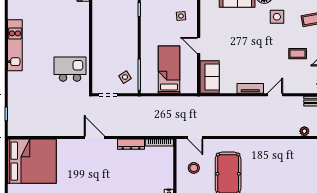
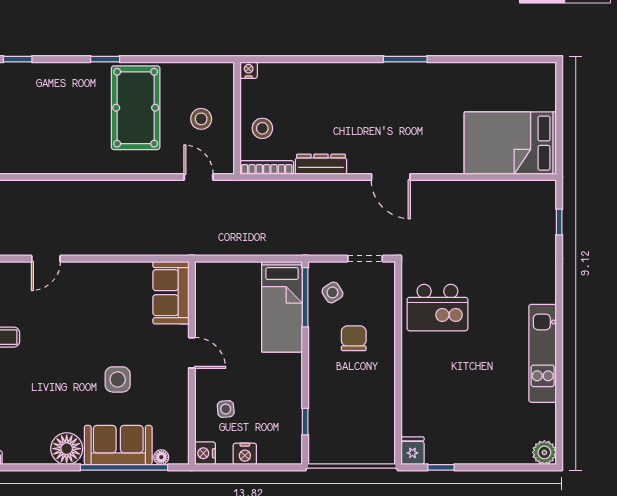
side table: (277, 17) -> (118, 379), moved
chair: (114, 53) -> (354, 338), added
bed: (169, 70) -> (282, 307), moved
tv unit: (250, 88) -> (93, 271), removed
bed: (32, 161) -> (510, 143), width x0.73
stool: (162, 163) -> (262, 128), added

